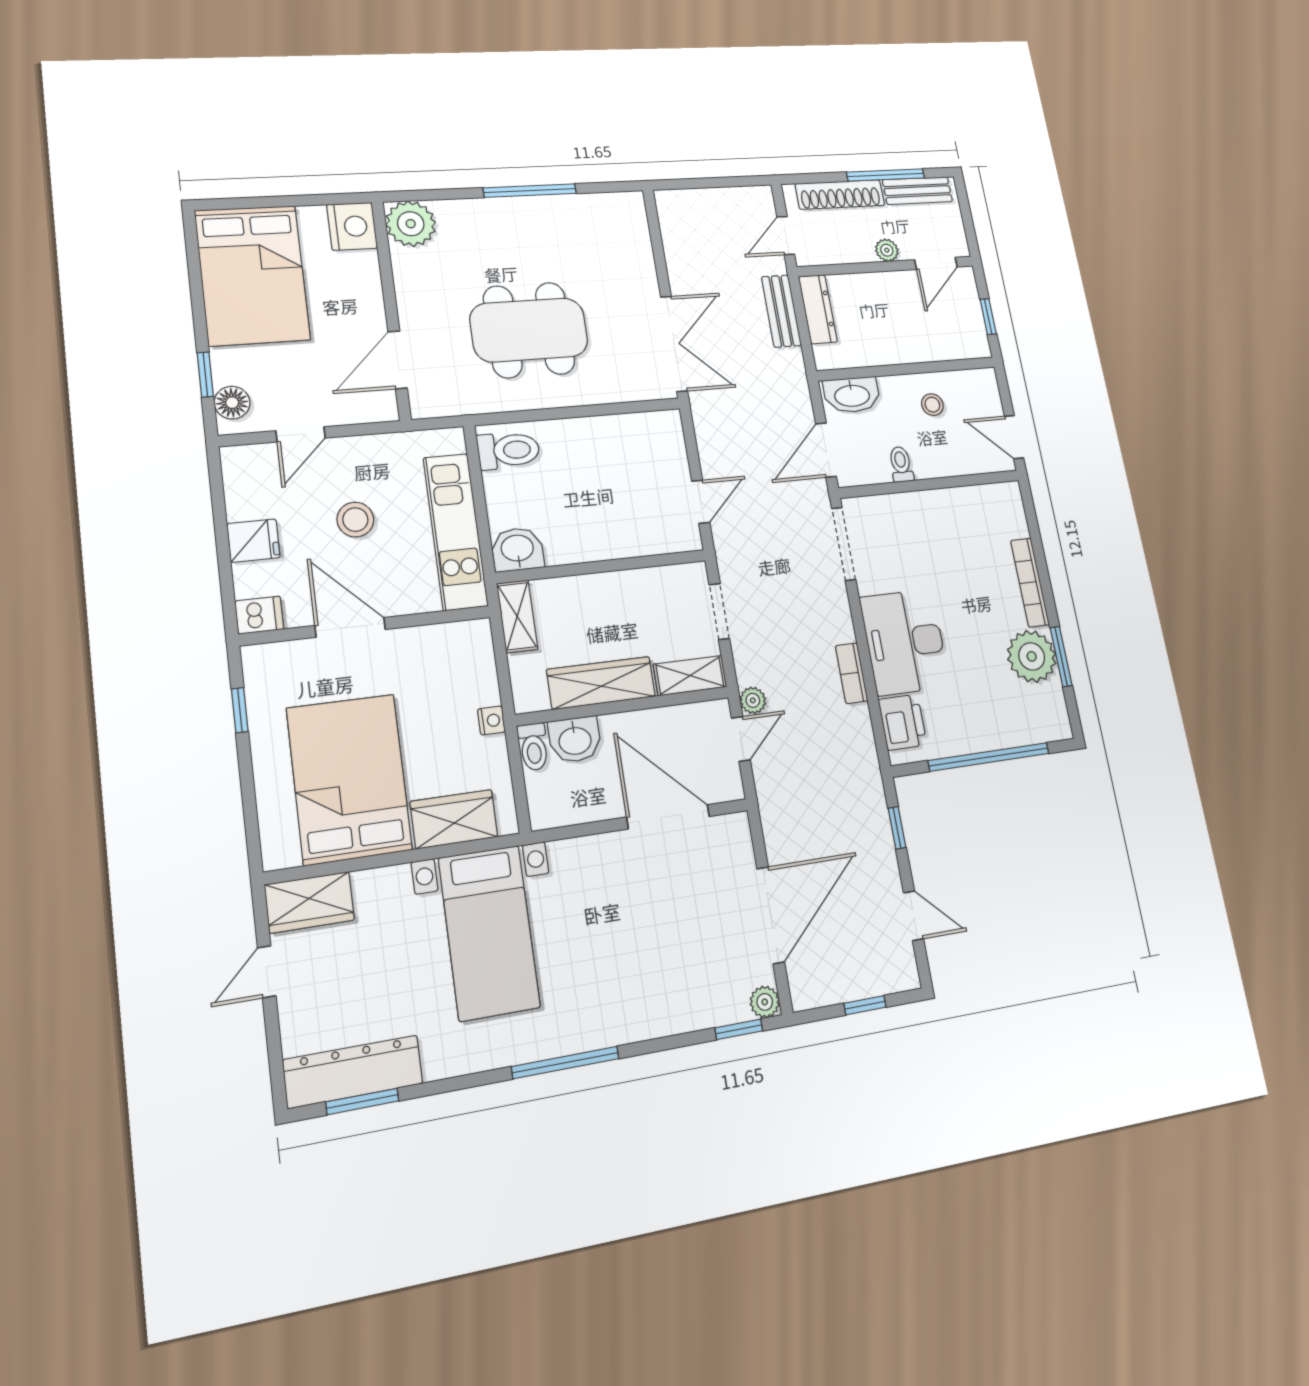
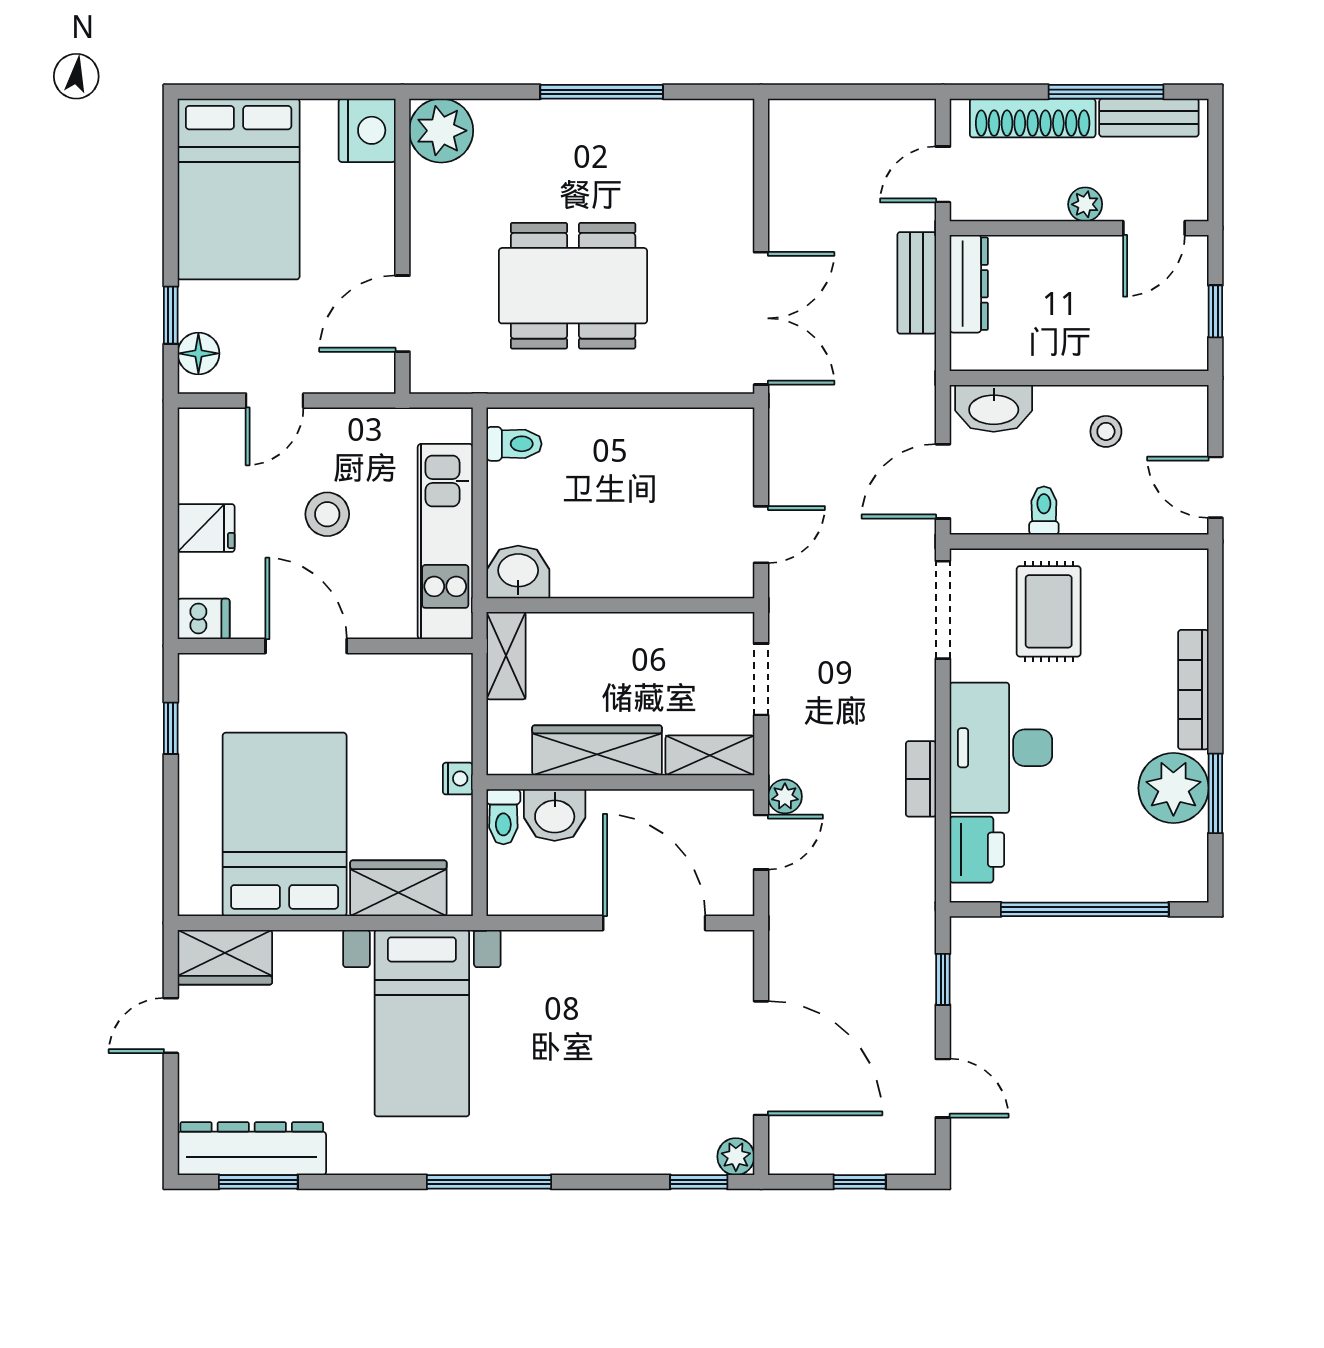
toilet: (509, 450) -> (514, 444), width x0.73, depth x0.72
rug: (919, 537) -> (1049, 611), added
door: (771, 915) -> (761, 1058), hinge flipped

